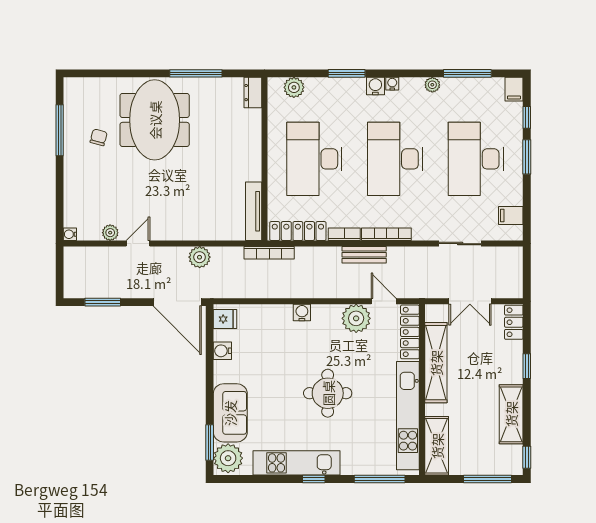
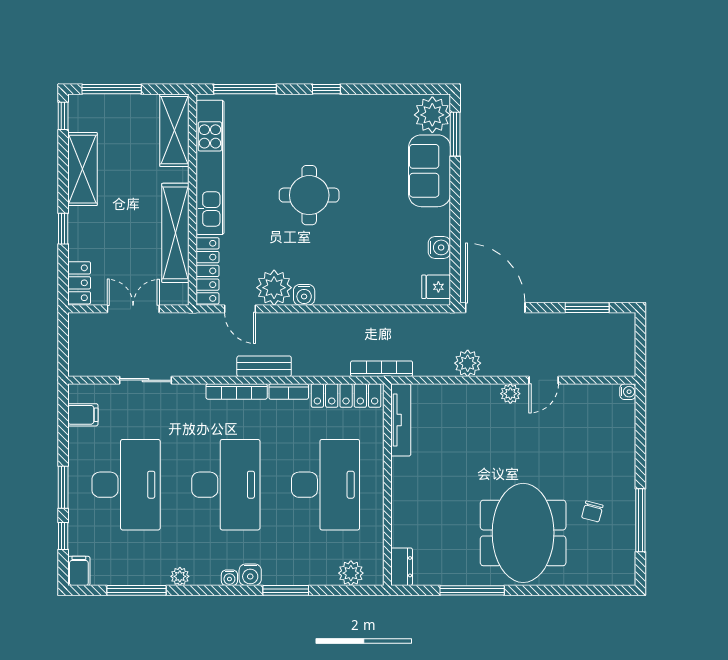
plant: (110, 233) -> (510, 394), moved
water cooler: (302, 313) -> (304, 295), moved
kitchen unit: (296, 463) -> (348, 109), removed

